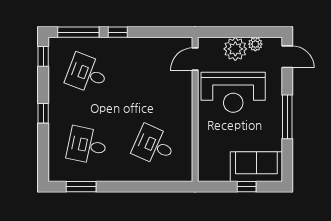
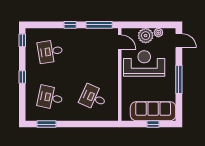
window: (78, 32) -> (99, 25), moved
door: (195, 59) -> (120, 42), swing flipped
desk: (87, 74) -> (50, 51), turned -30
reception desk: (233, 92) -> (144, 63), turned 180
sofa: (256, 167) -> (153, 111), width x1.36

